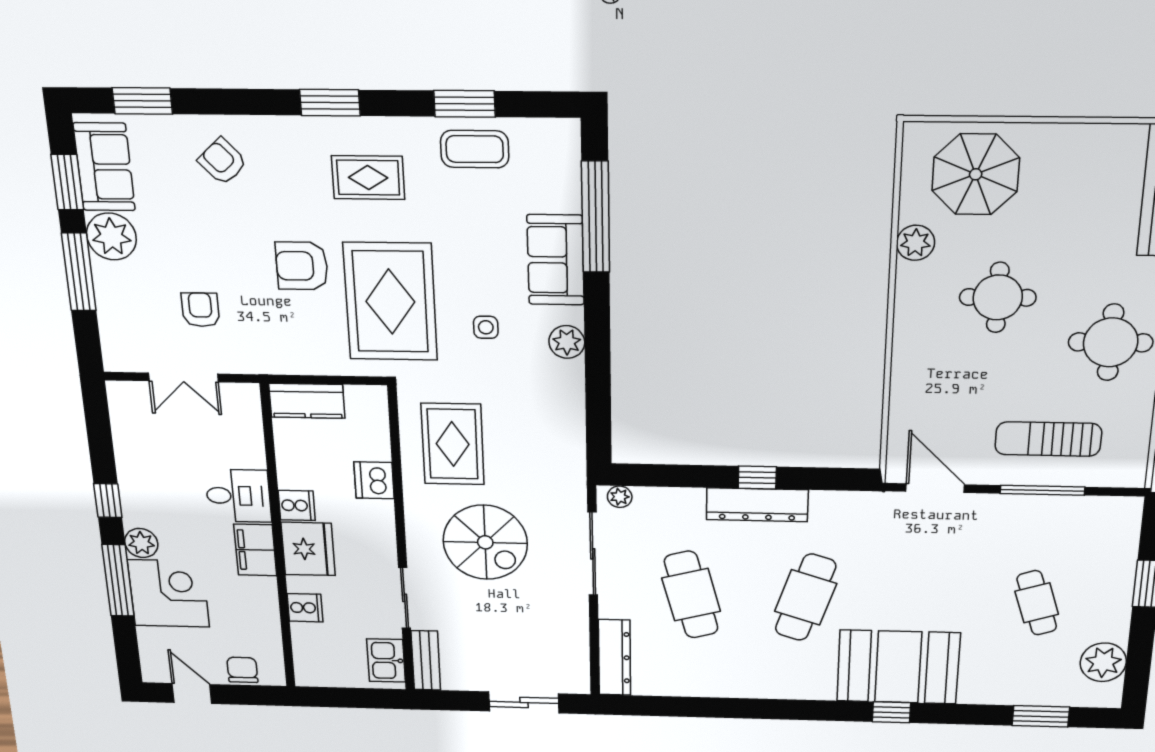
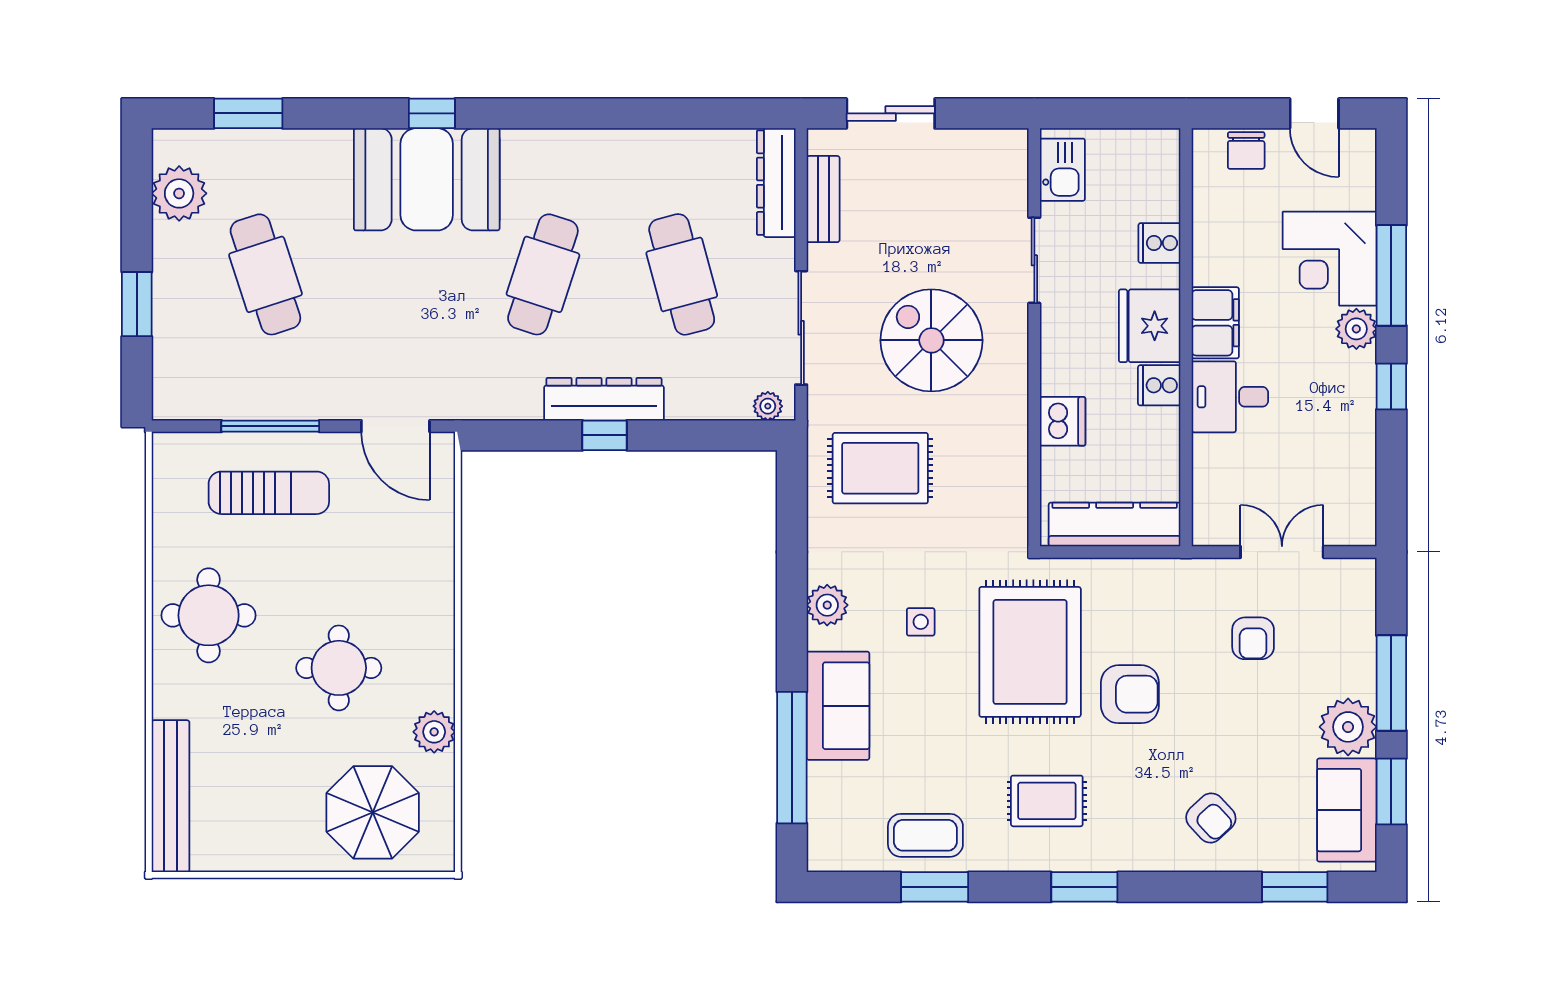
kitchen counter: (307, 401) -> (1115, 524), width x1.50
rug: (453, 444) -> (880, 468), moved, turned 90
cafe table: (1037, 603) -> (265, 274), width x1.37, depth x1.35
bench: (426, 660) -> (823, 199), moved

